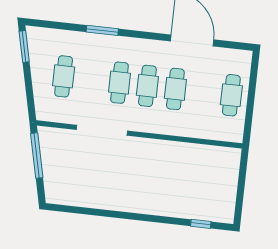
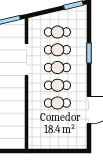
cafe table: (231, 95) -> (57, 50), moved

